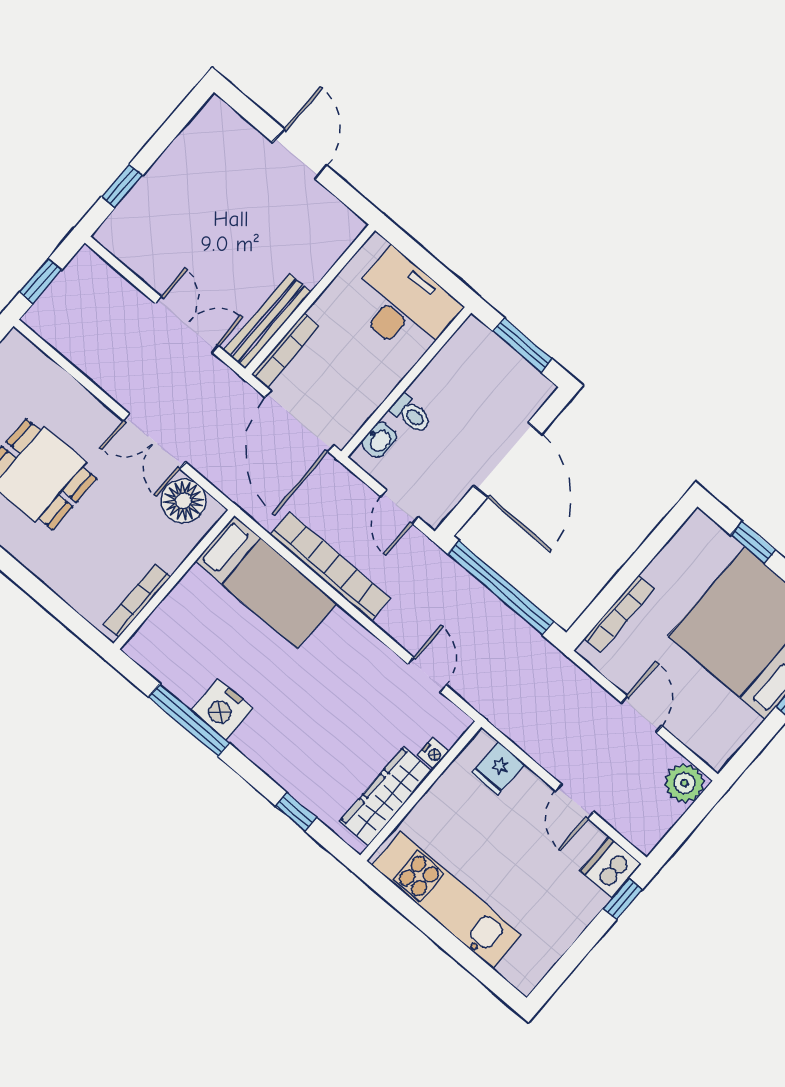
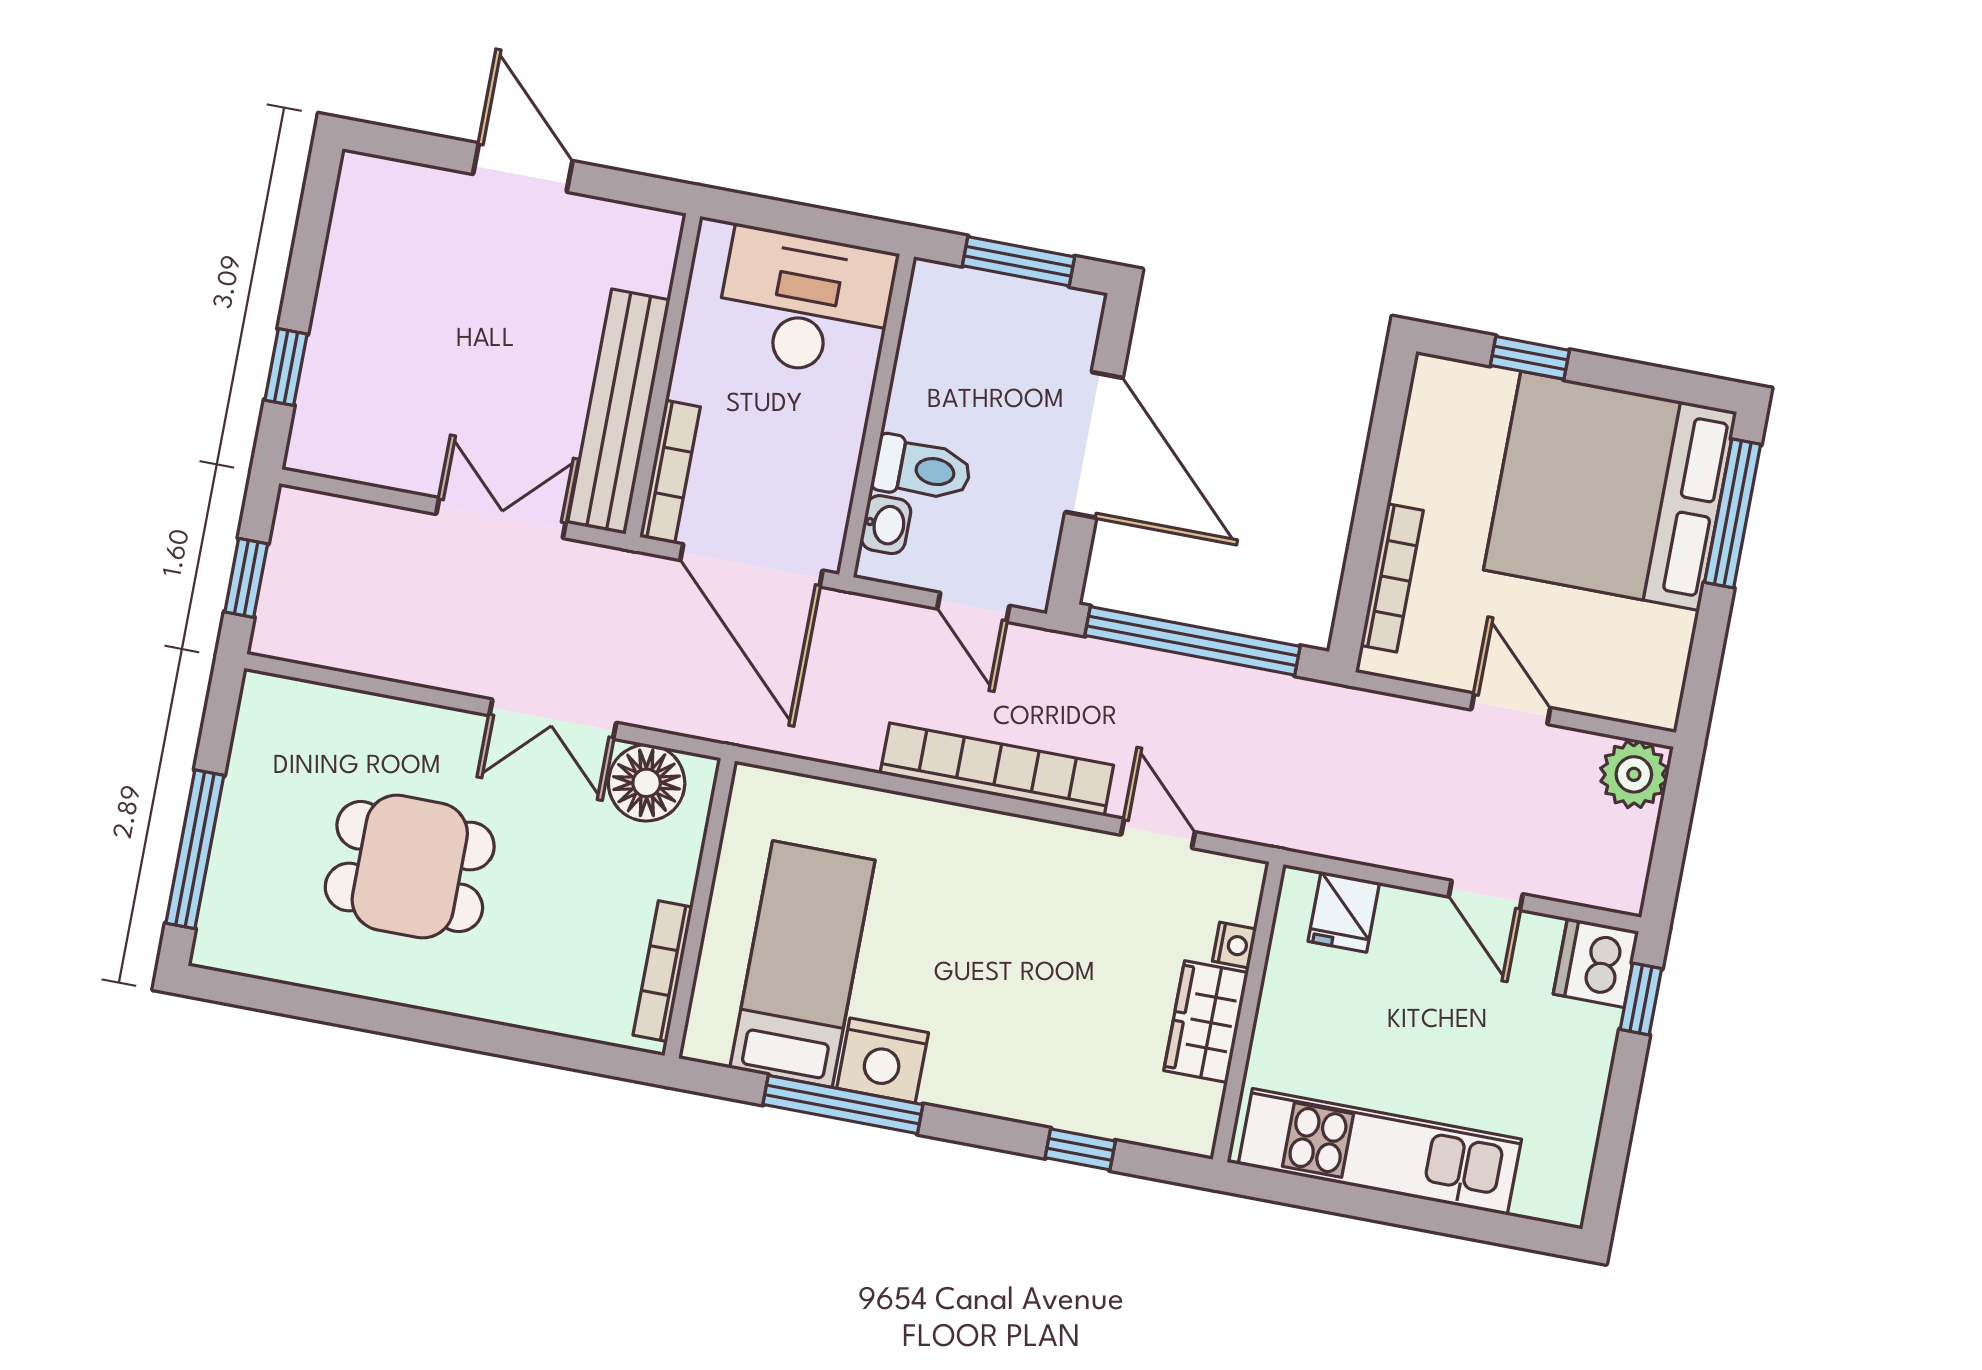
bench: (267, 321) -> (619, 412), width x1.37, depth x1.21
toilet: (411, 414) -> (922, 469), width x1.37, depth x1.39
bookcase: (330, 566) -> (997, 769), moved
bed: (266, 582) -> (802, 964), moved, turned -90
wardrobe: (386, 796) -> (1206, 1022), width x0.67

